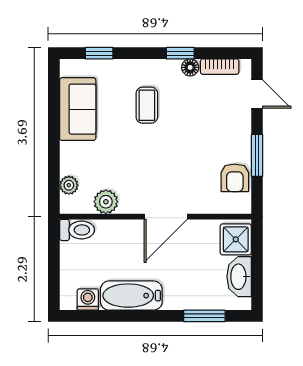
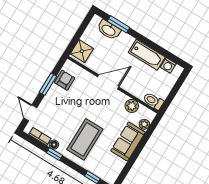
coffee table: (147, 105) -> (85, 139), width x1.86, depth x1.72
sofa: (78, 109) -> (128, 142), moved
washbasin: (239, 277) -> (109, 30), moved, turned 90

